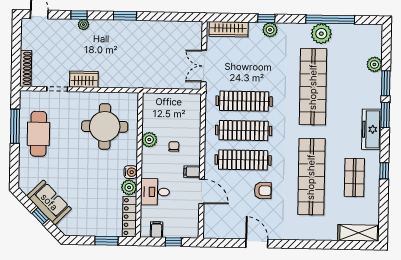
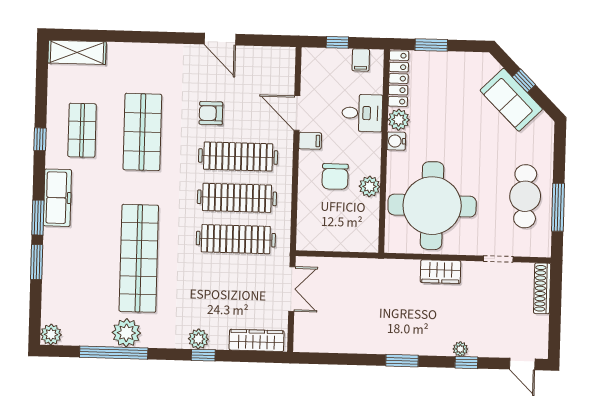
plant: (374, 64) -> (51, 334), moved
wardrobe: (84, 79) -> (441, 272), moved
round table: (105, 126) -> (432, 206), width x1.36, depth x1.36
chair: (174, 146) -> (335, 176), width x1.87, depth x1.87
shop shelf: (311, 177) -> (142, 132), width x0.71

